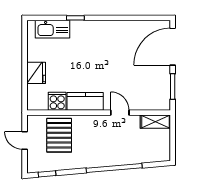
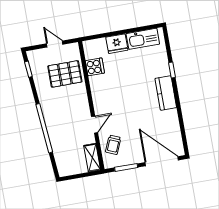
kitchen sink: (52, 29) -> (143, 39), moved, turned -90
trolley: (145, 96) -> (113, 145), added
kitchen counter: (85, 101) -> (166, 93), moved, turned 180
door: (25, 140) -> (55, 44), hinge flipped

